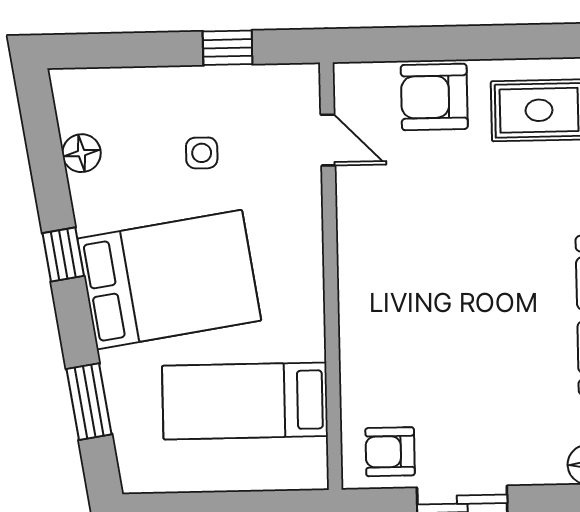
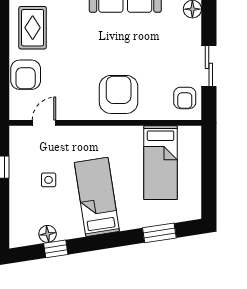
window: (63, 255) -> (56, 249), moved
bed: (169, 280) -> (97, 197), width x0.67
armchair: (395, 304) -> (119, 94), added

